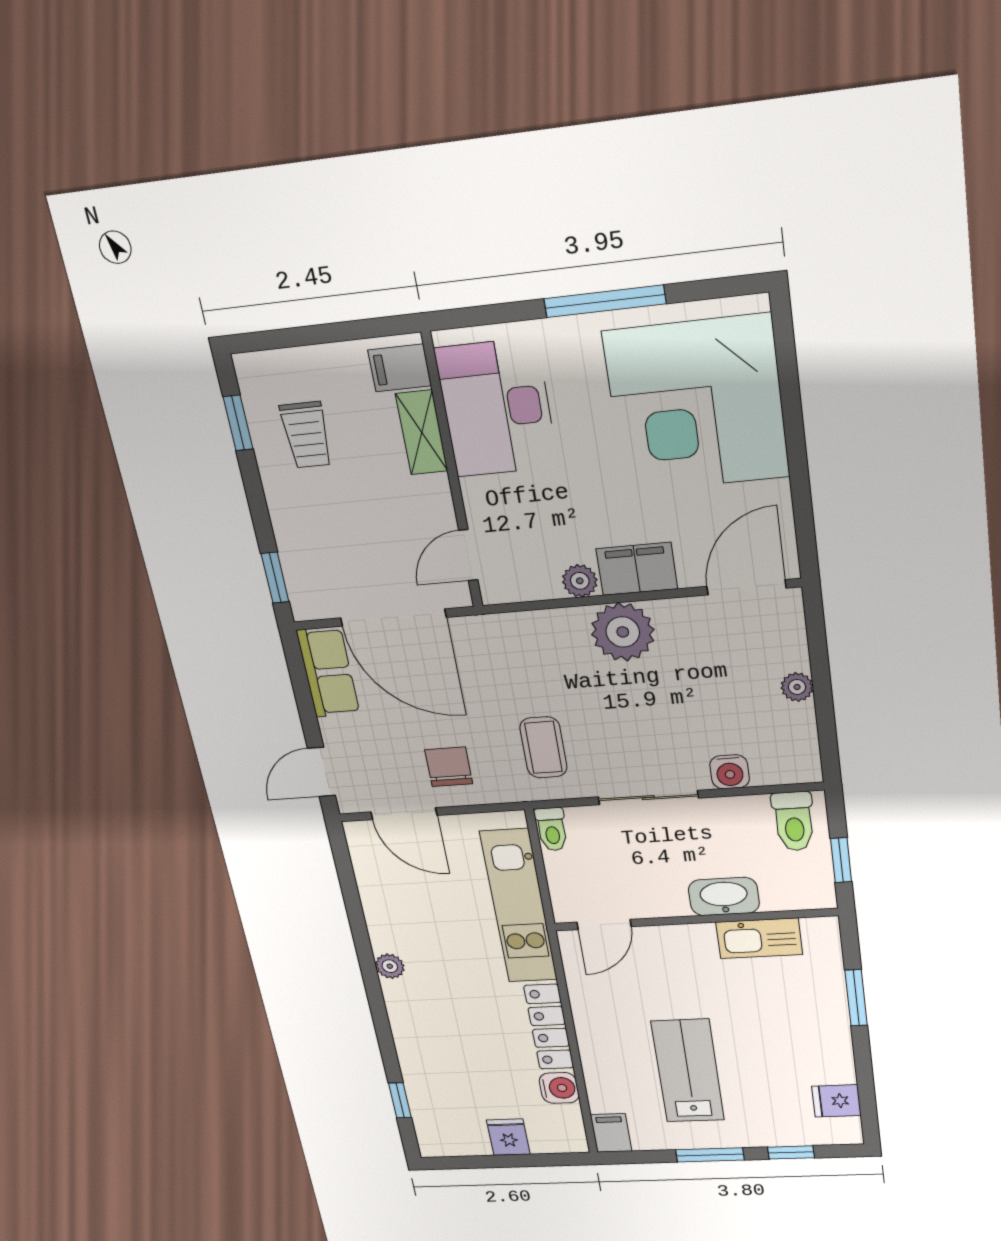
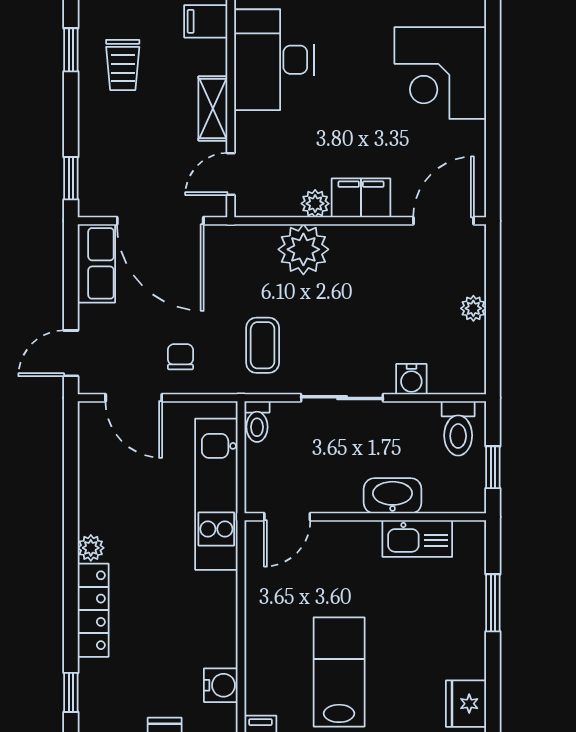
corner desk: (697, 405) -> (440, 73), width x0.74, depth x0.74
shelving: (422, 432) -> (213, 108), moved
plant: (623, 632) -> (303, 249), moved
chair: (449, 767) -> (180, 357), width x0.73, depth x0.73
locker: (549, 1027) -> (93, 610), moved, turned 180
fridge: (836, 1101) -> (466, 704), width x1.38

